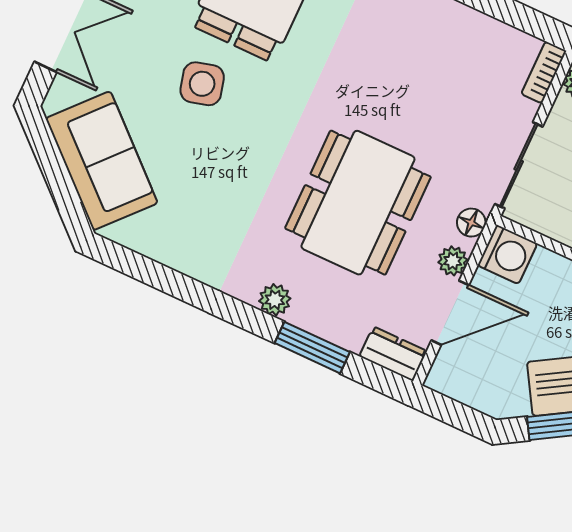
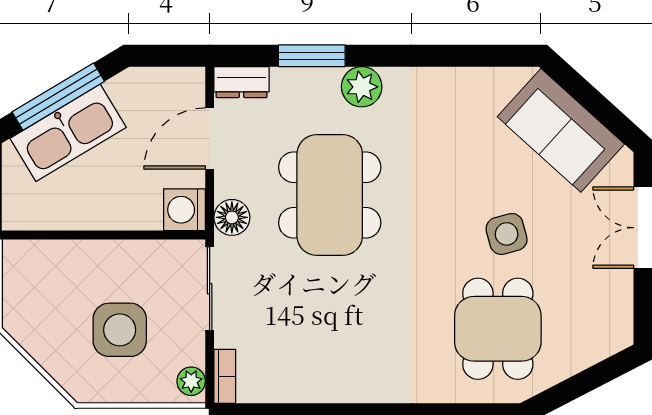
floor lamp: (471, 223) -> (232, 217), width x1.37, depth x1.37
plant: (453, 261) -> (228, 183), removed
plant: (275, 300) -> (362, 87), width x1.38, depth x1.38

